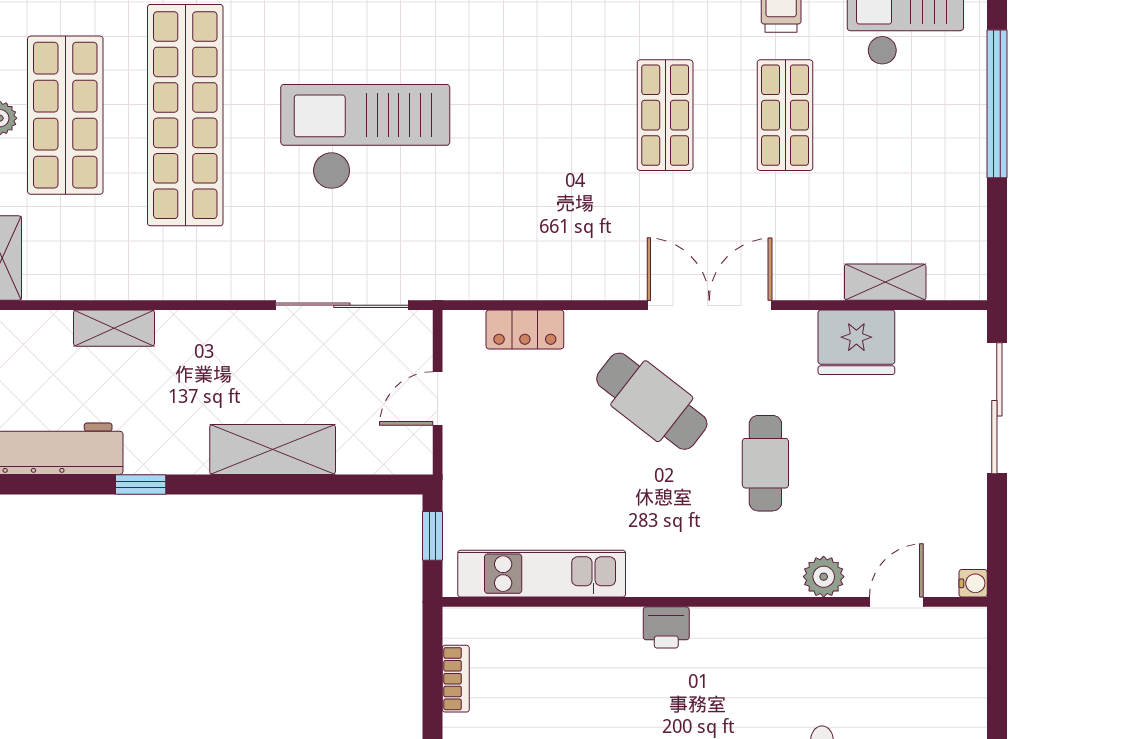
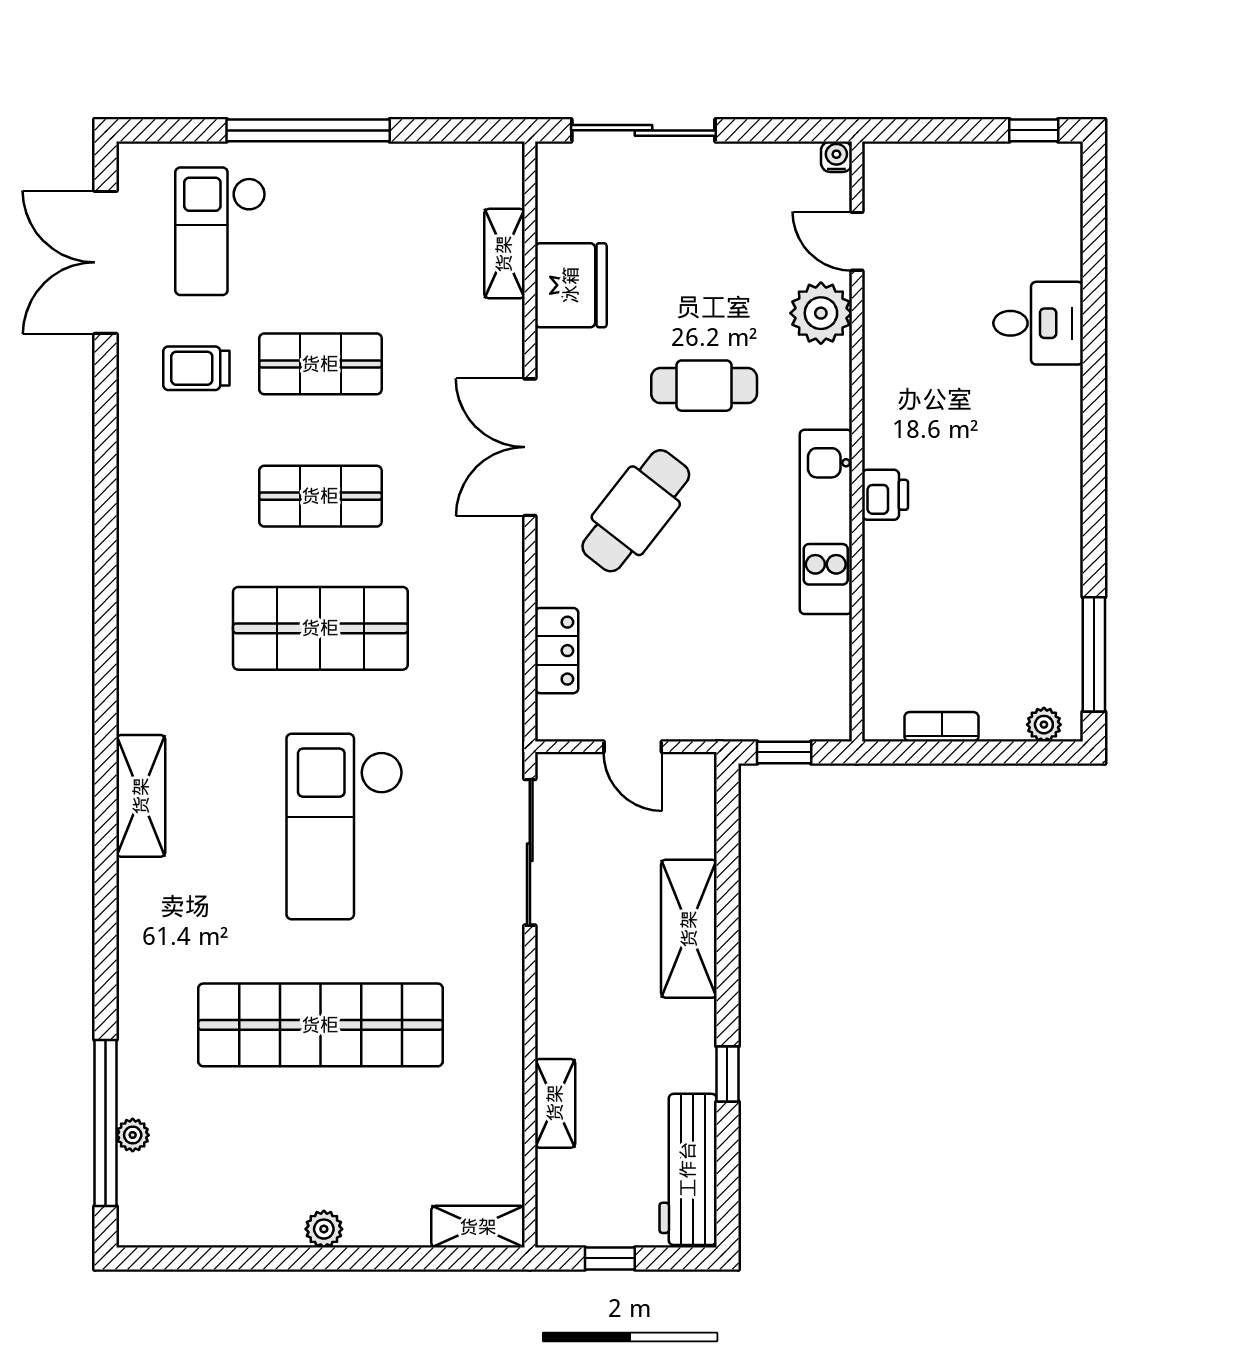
shop shelf: (65, 115) -> (320, 628), moved
kitchen unit: (542, 574) -> (826, 522), moved
plant: (824, 577) -> (821, 313), width x1.36, depth x1.36

